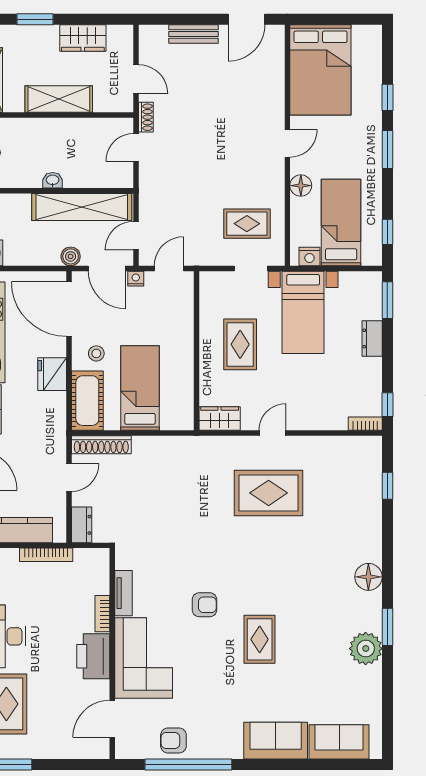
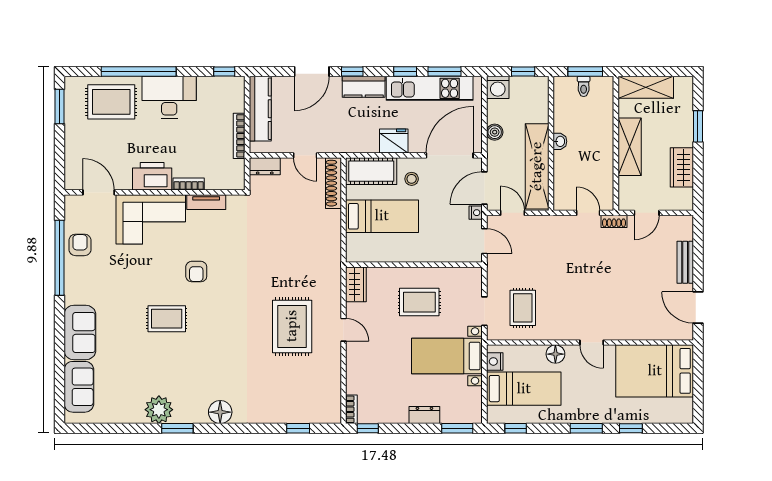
boiler: (71, 256) -> (495, 132), moved

